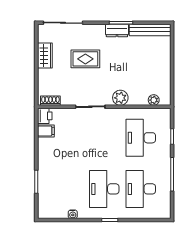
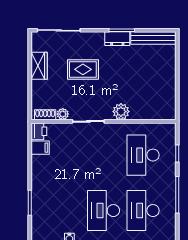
plant: (154, 100) -> (63, 114), moved

